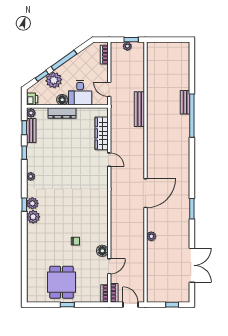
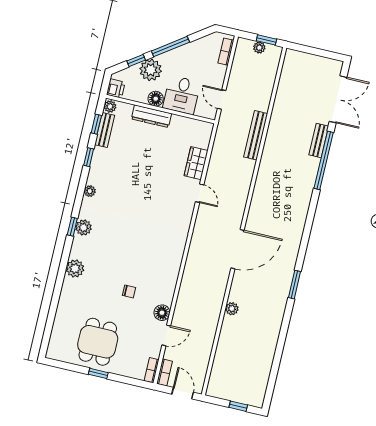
wardrobe: (102, 133) -> (196, 163), width x0.67
plant: (33, 217) -> (75, 268), moved
double door: (192, 265) -> (338, 99), moved

